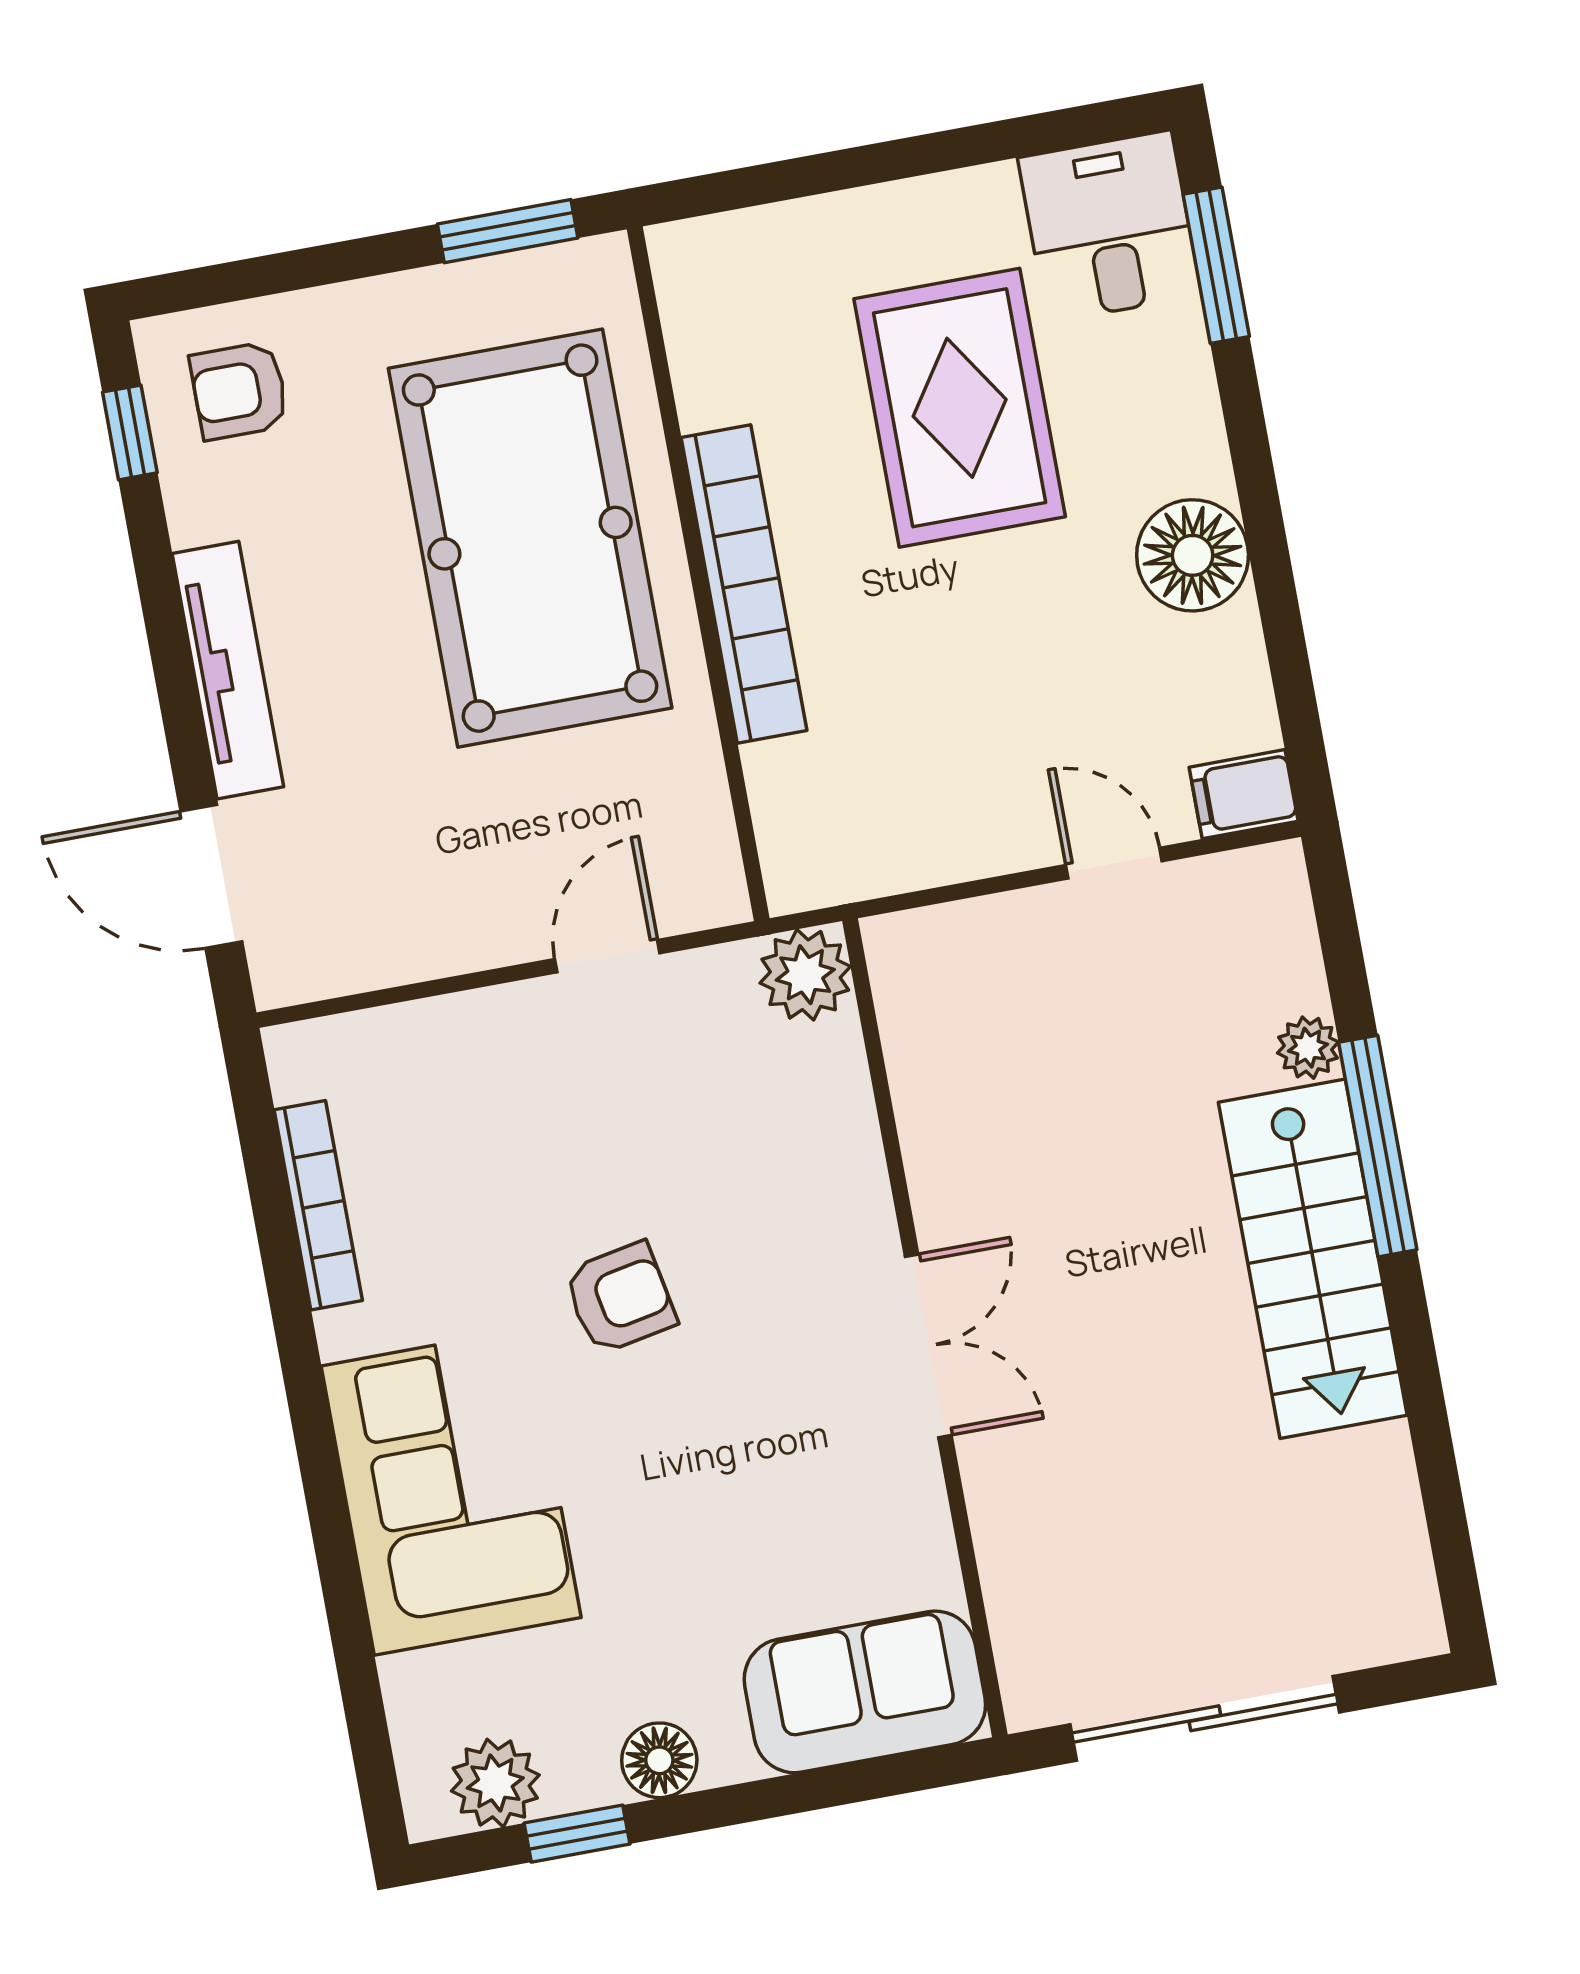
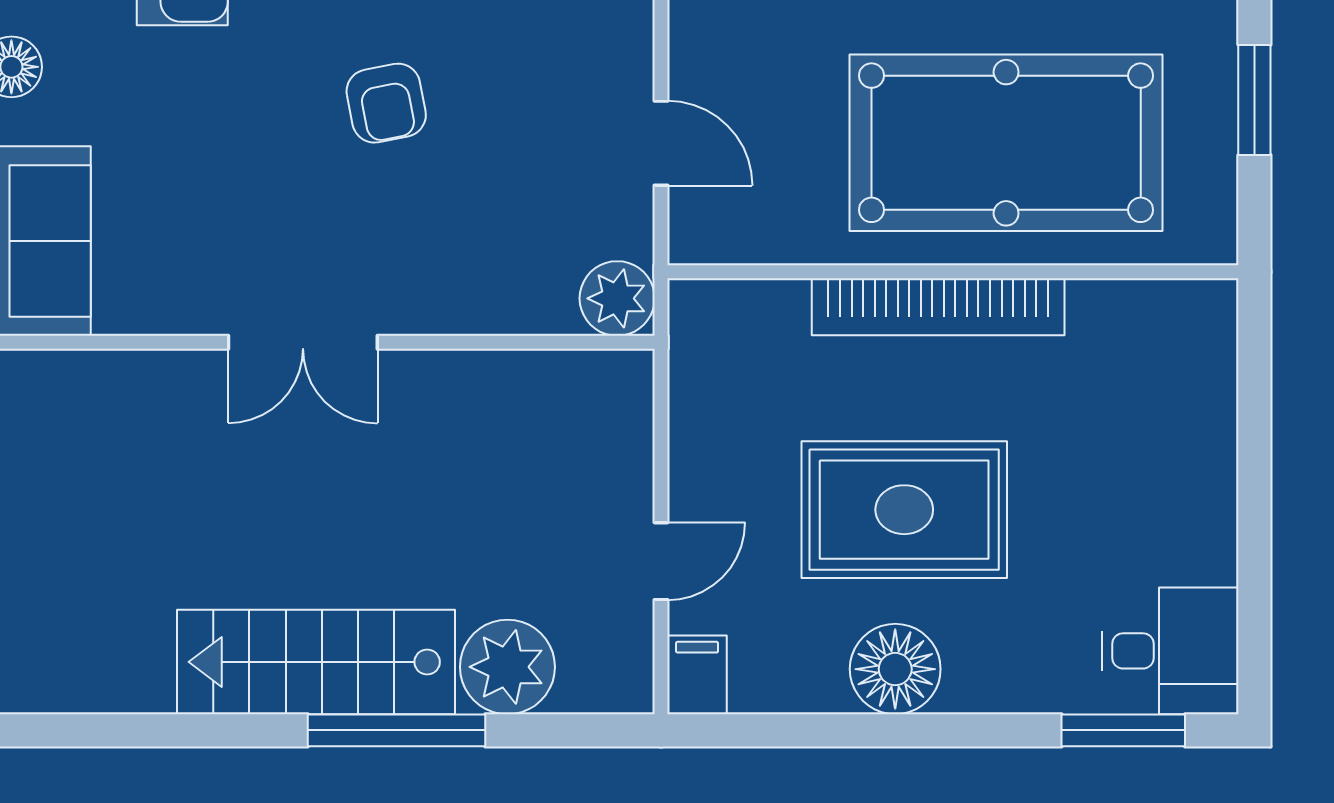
window: (508, 231) -> (1254, 100), moved
rug: (960, 408) -> (904, 510), moved
plant: (1308, 1048) -> (507, 667), width x1.88, depth x1.88

